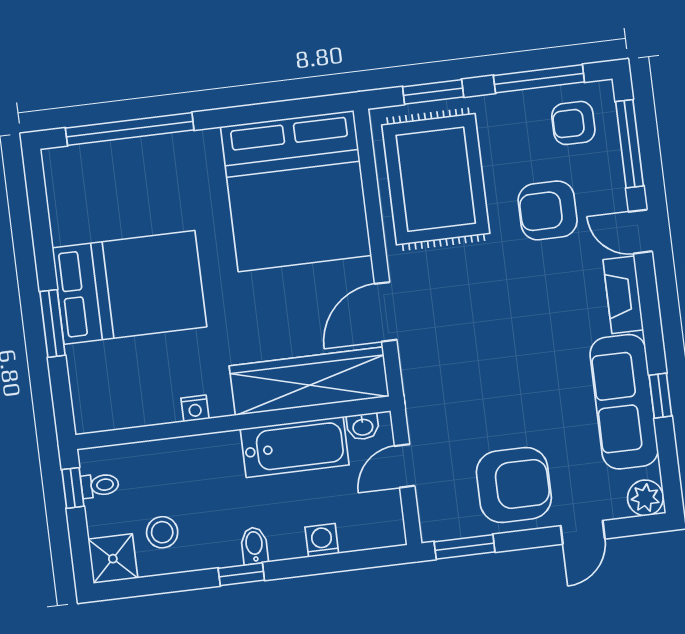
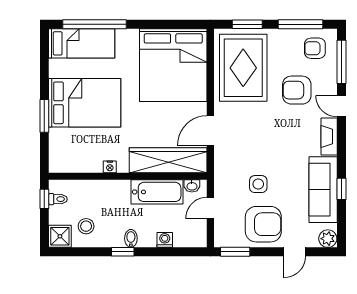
bed: (109, 170) -> (82, 43), added
side table: (494, 407) -> (258, 184), added

